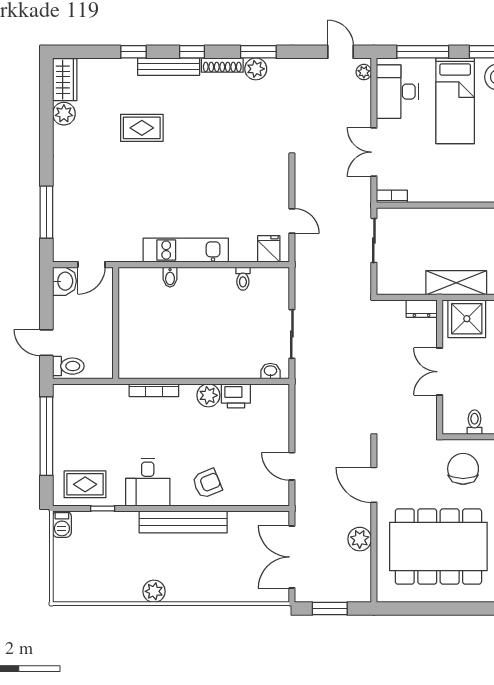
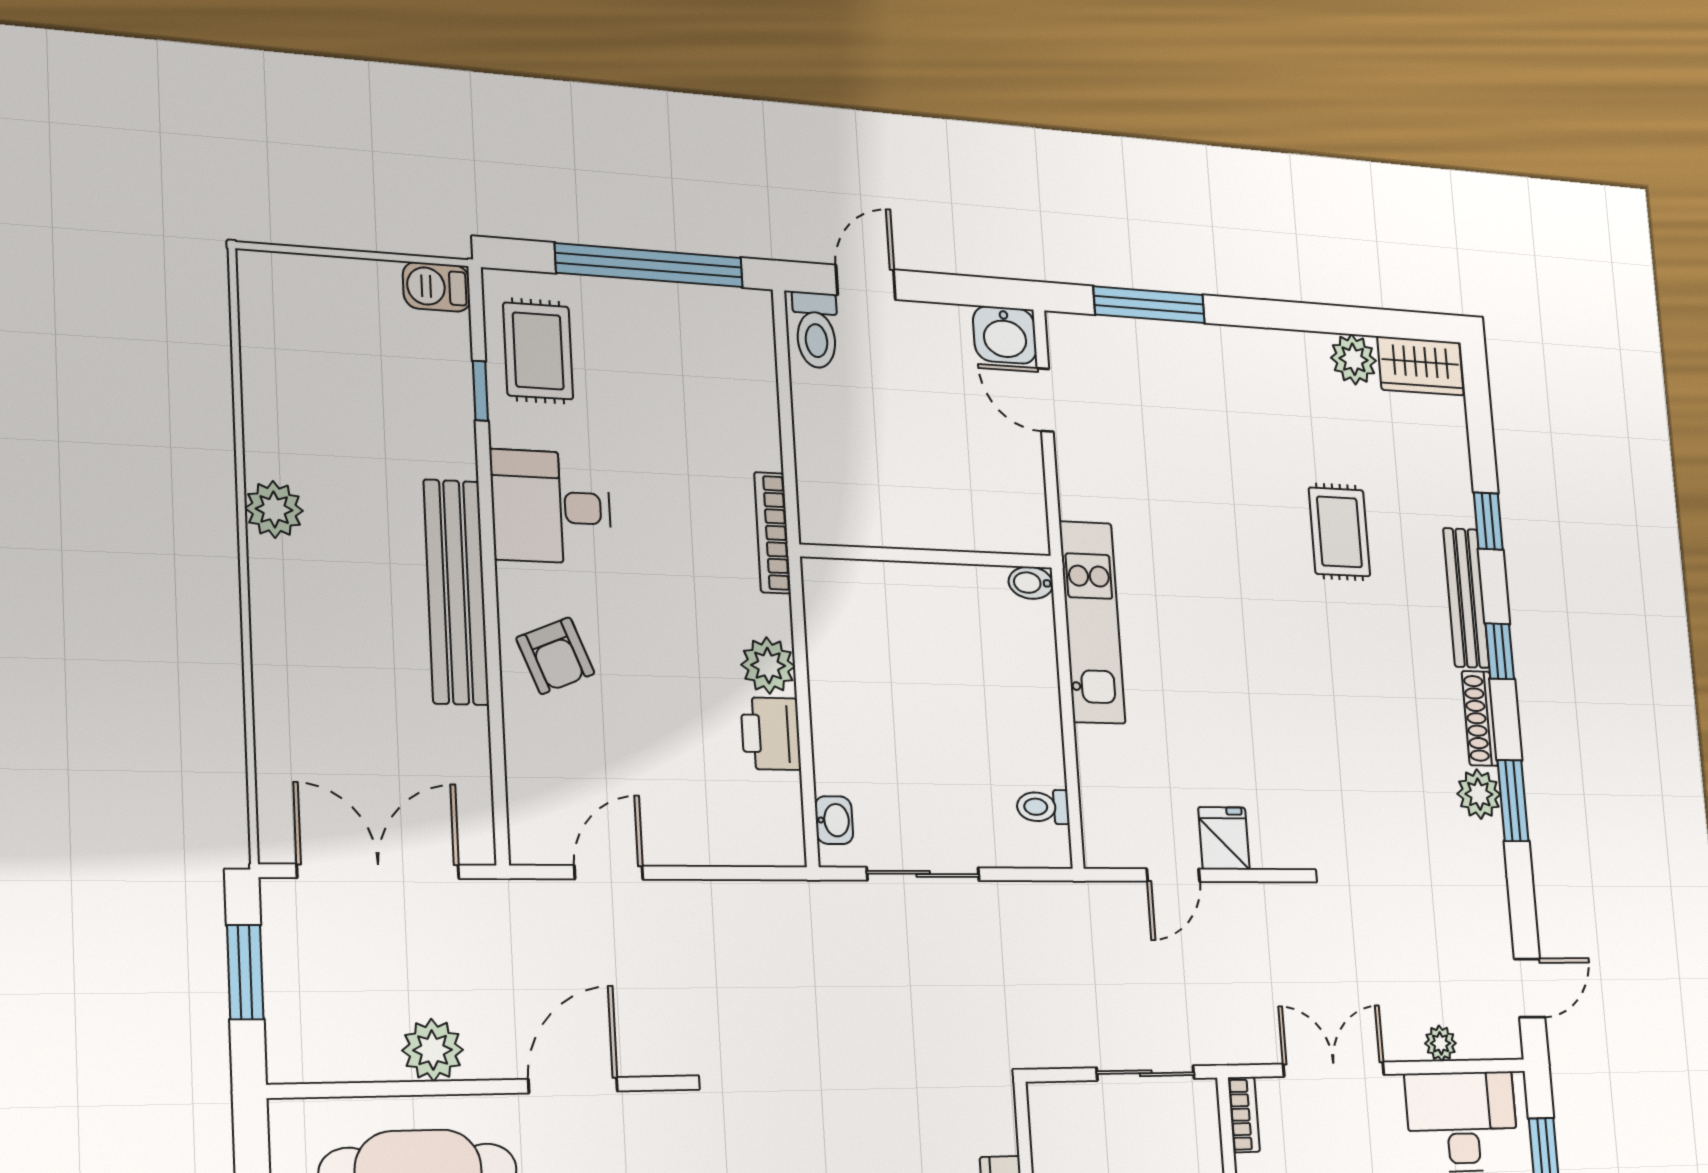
plant: (364, 72) -> (1440, 1043), moved
fridge: (269, 249) -> (1224, 838), moved, turned -90
toilet: (243, 279) -> (1043, 807), moved
wall: (116, 323) -> (927, 556), moved

